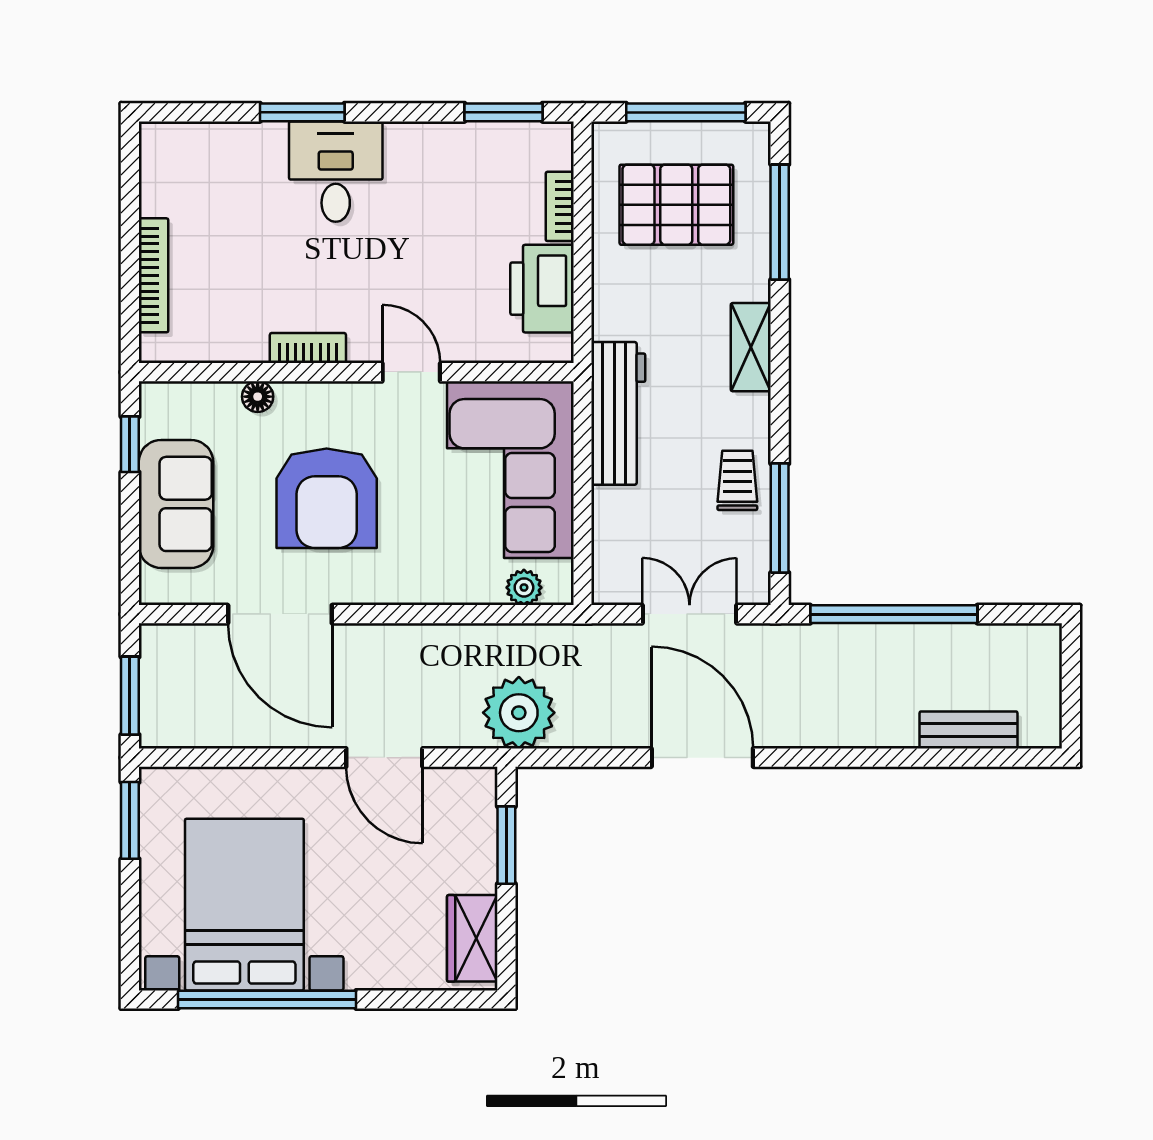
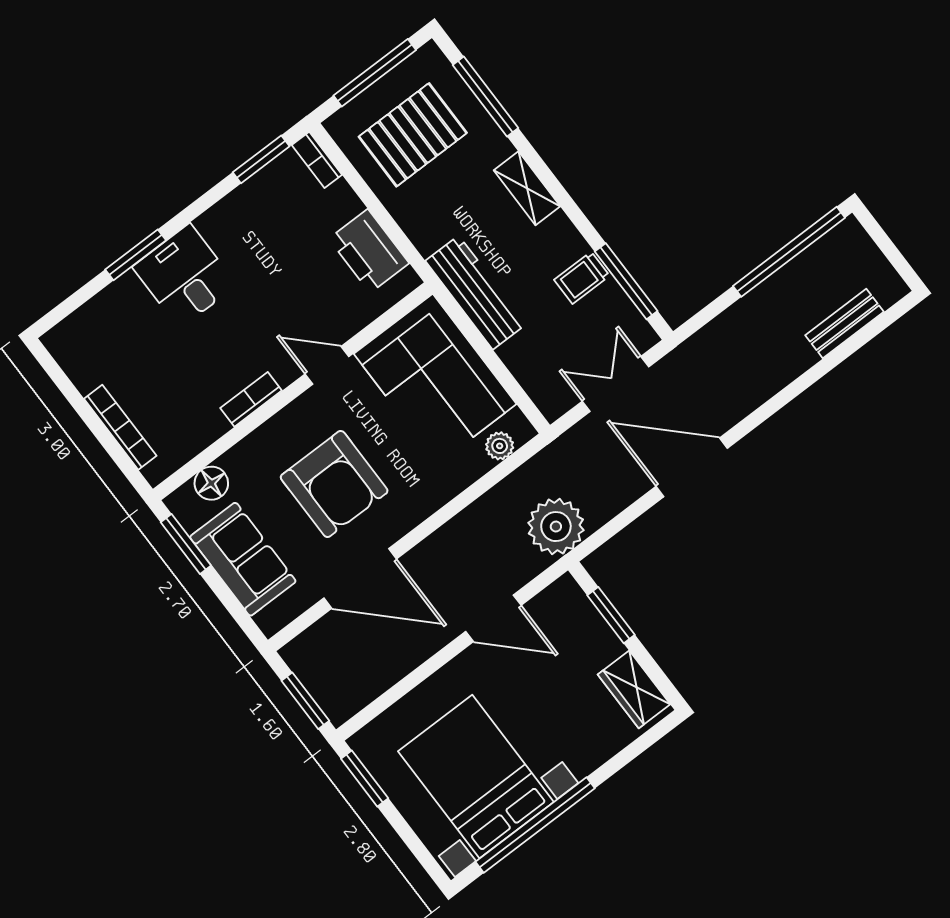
bookcase: (560, 206) -> (317, 160), moved
floor lamp: (258, 397) -> (211, 483), moved, width x1.37, depth x1.37
window: (130, 444) -> (186, 544), width x1.50
trolley: (737, 480) -> (582, 278), turned -90
window: (894, 614) -> (789, 252), moved

